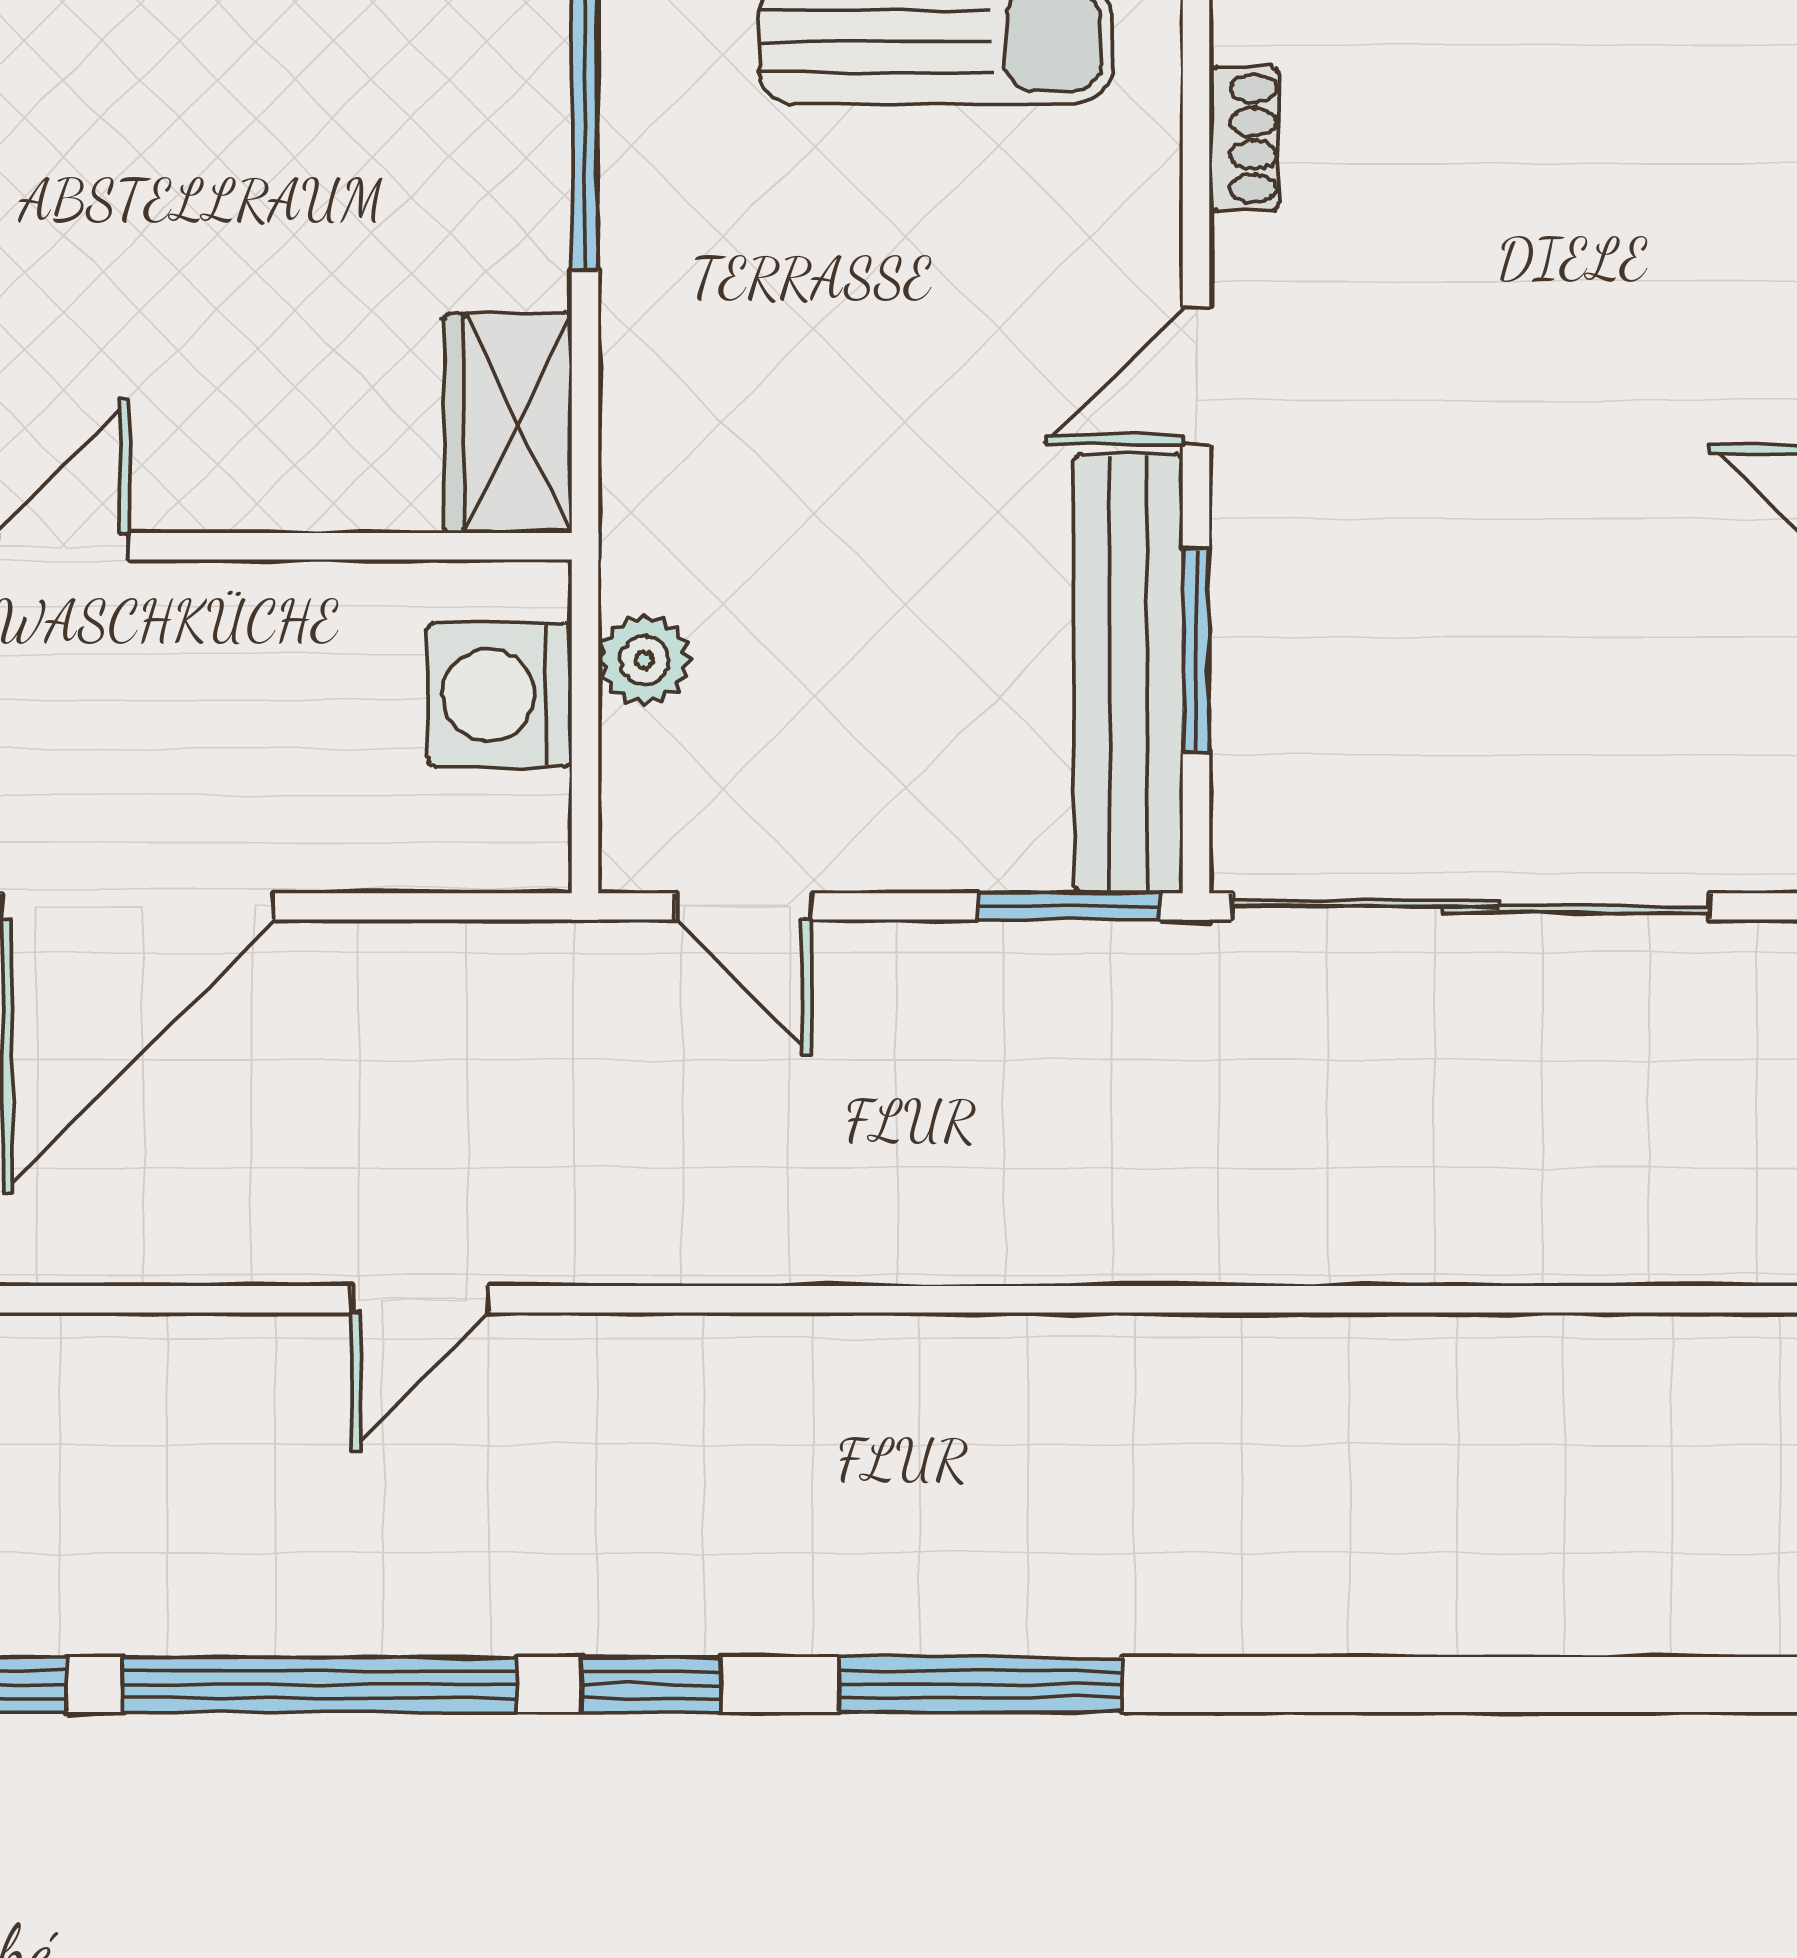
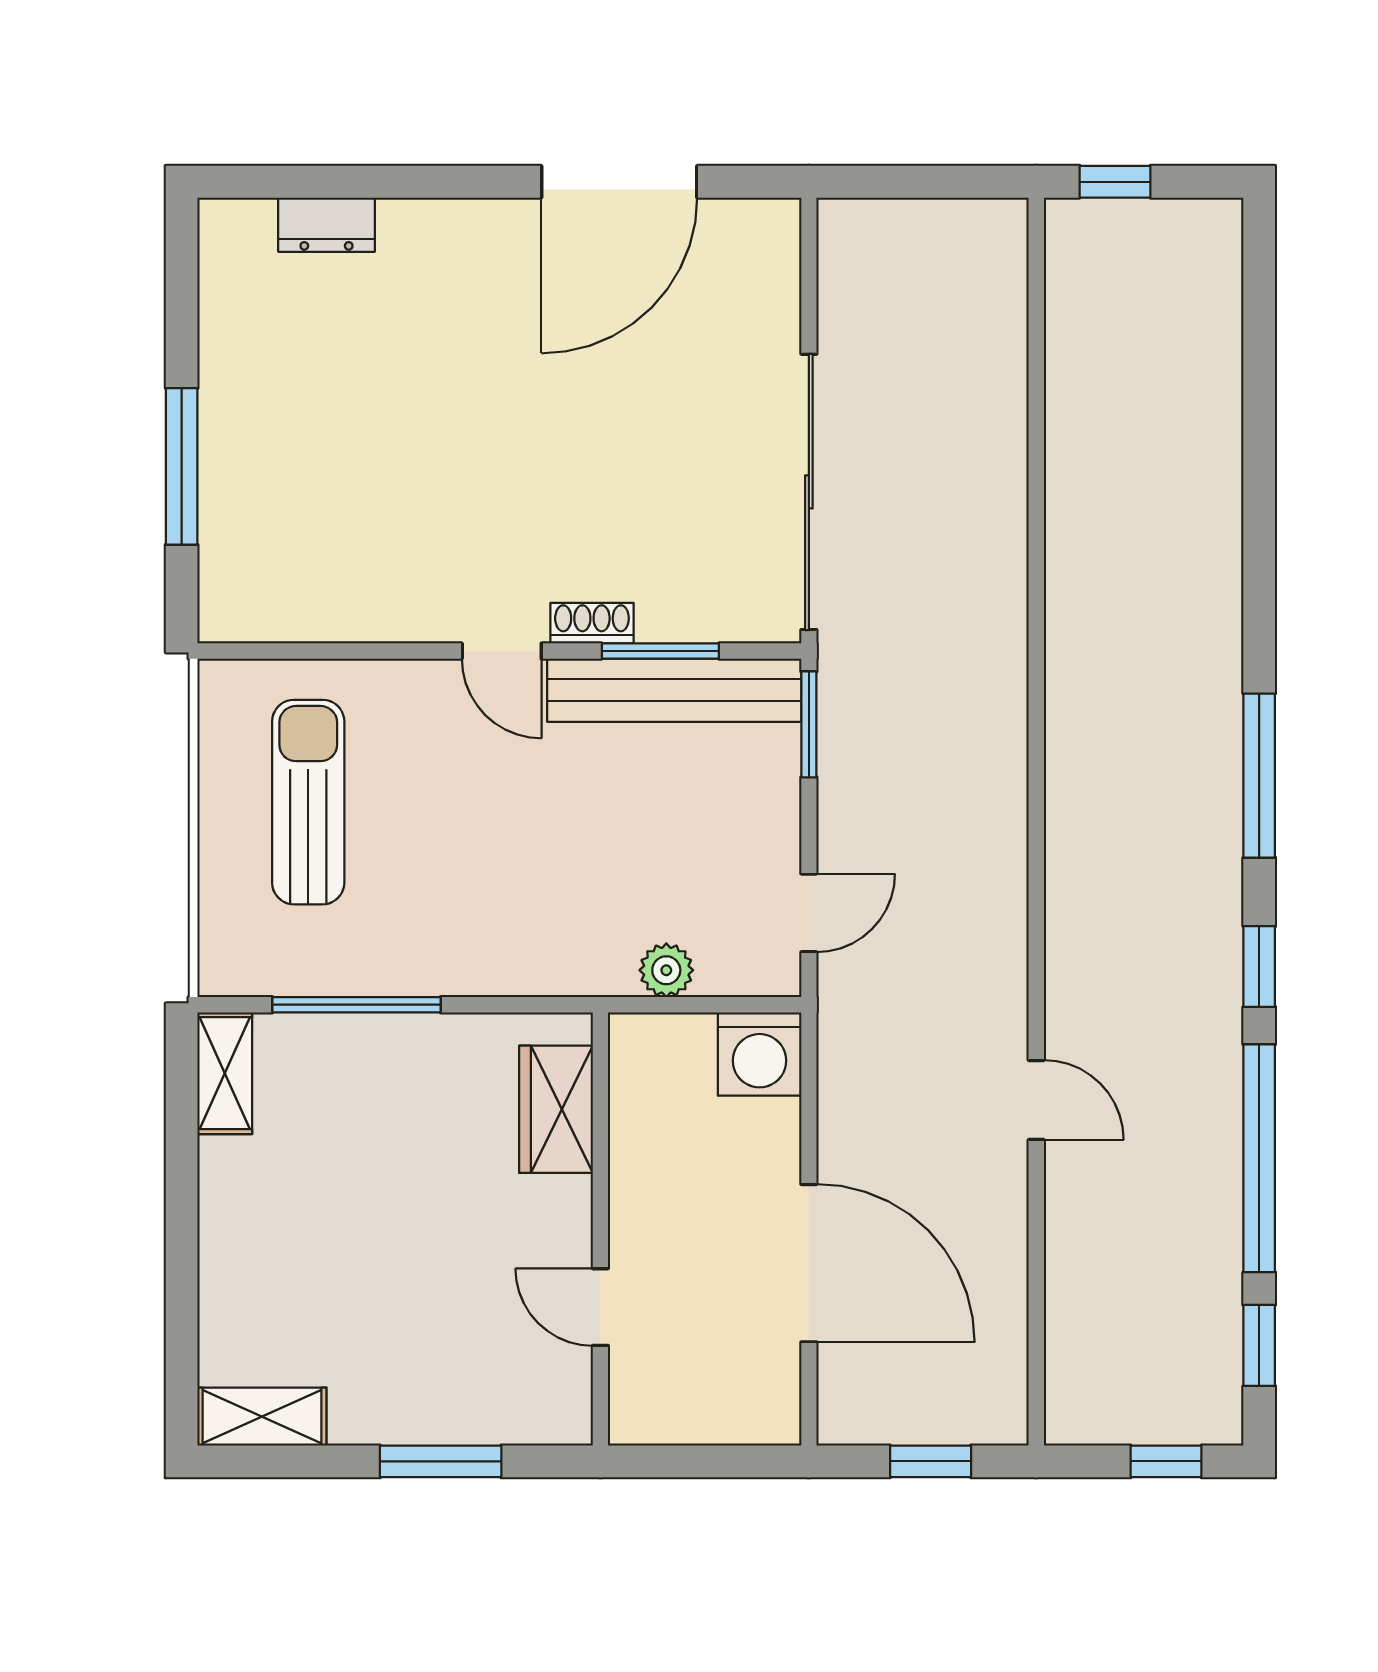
shoe rack: (1244, 139) -> (592, 623), moved
wardrobe: (508, 423) -> (556, 1109), moved, turned 90
washing machine: (500, 695) -> (760, 1054), moved

